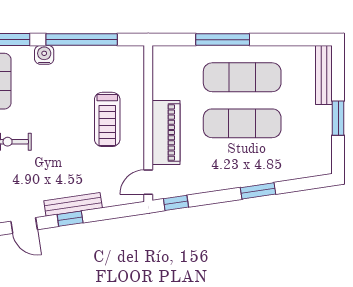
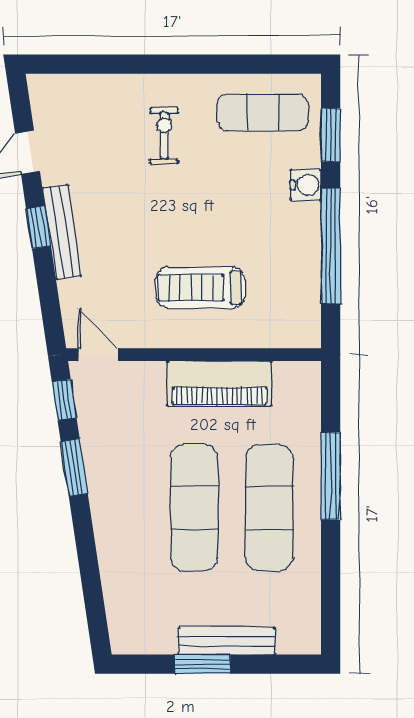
bench: (324, 75) -> (227, 641), moved
piano: (166, 133) -> (219, 384), moved
window: (258, 191) -> (74, 468), moved

